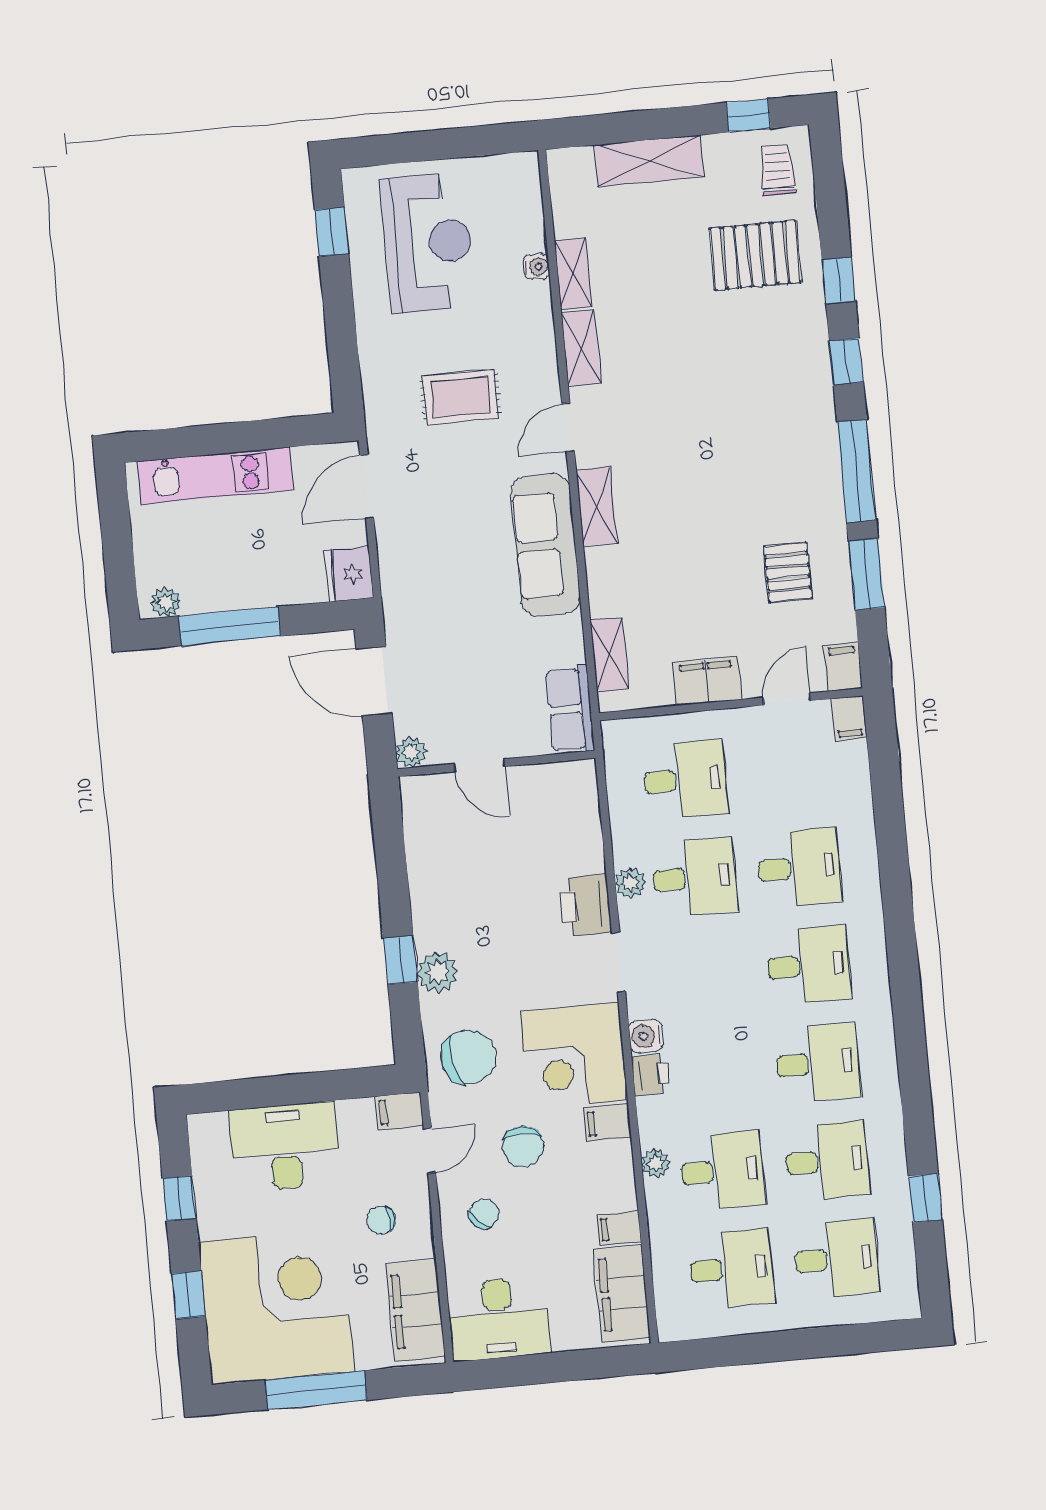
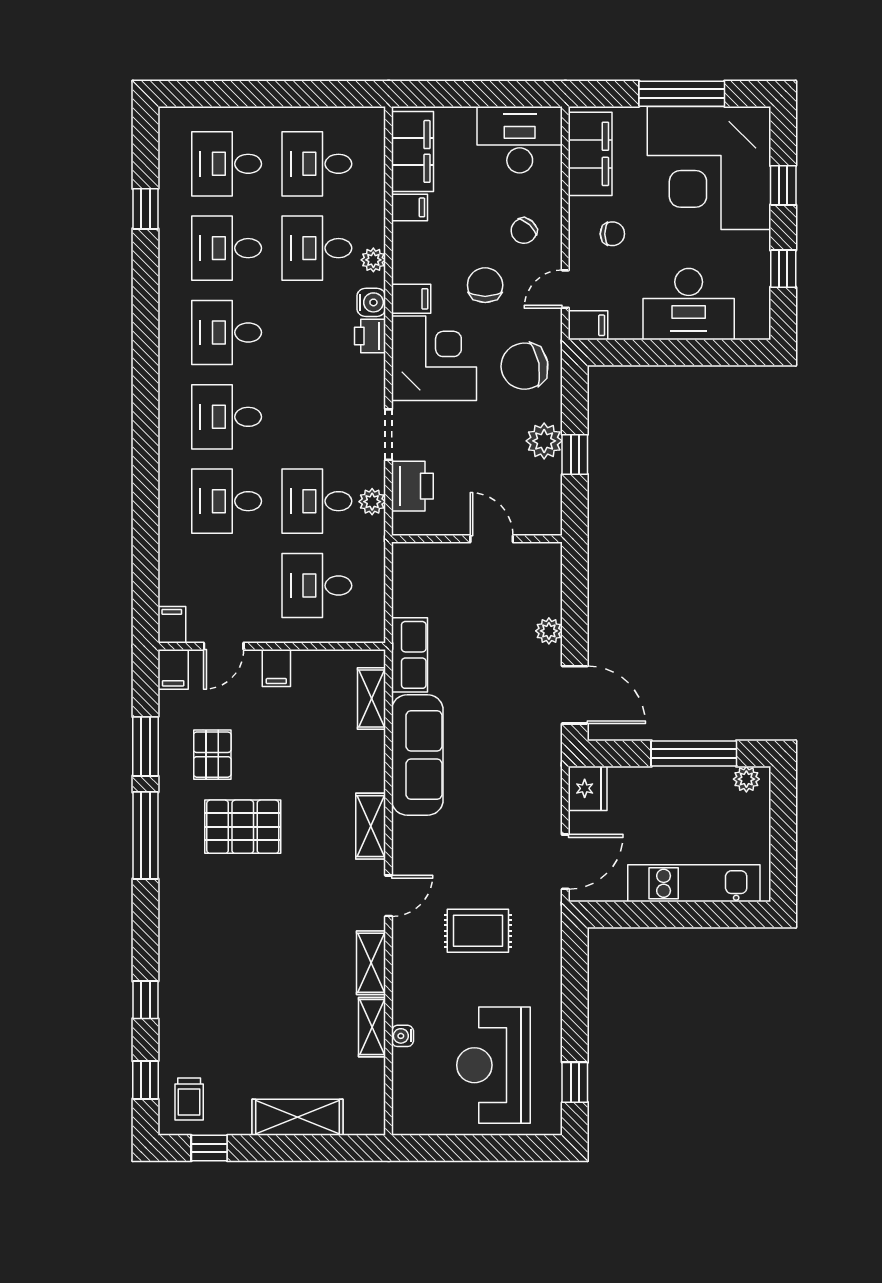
pallet: (755, 255) -> (243, 827), moved
window: (846, 362) -> (145, 1080), moved
sofa: (546, 545) -> (417, 755), moved
filing cabinet: (707, 681) -> (276, 668), width x0.50
wall: (496, 763) -> (477, 539), moved
door: (479, 765) -> (492, 539), moved
water cooler: (646, 1036) -> (371, 302), moved

